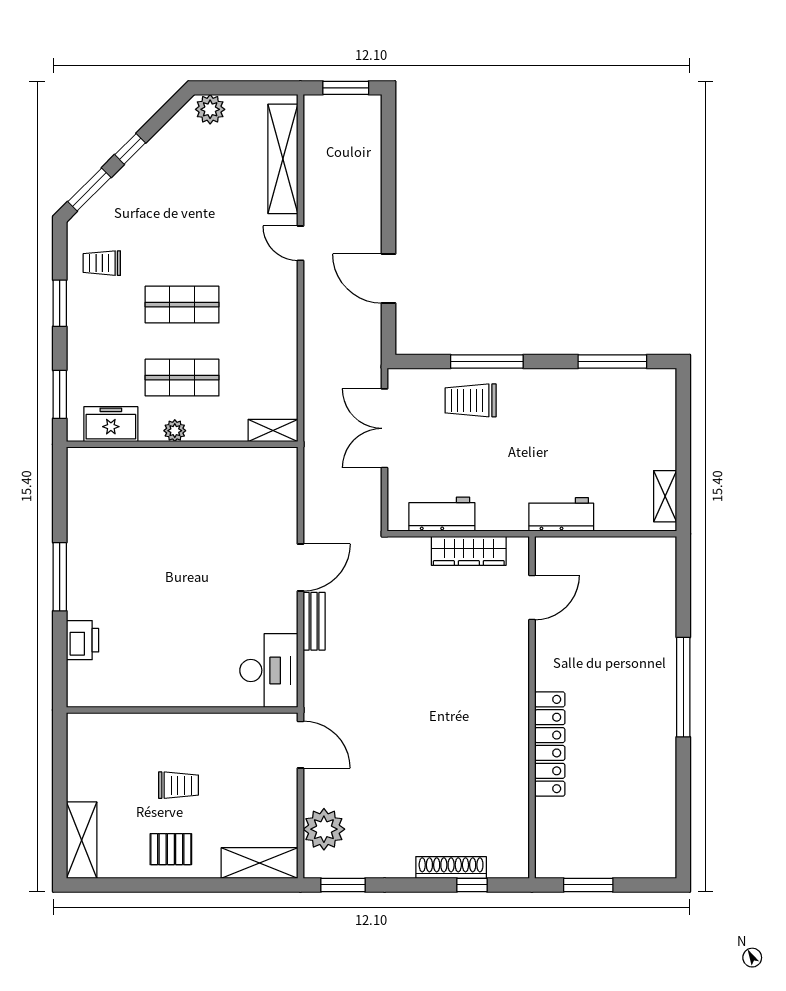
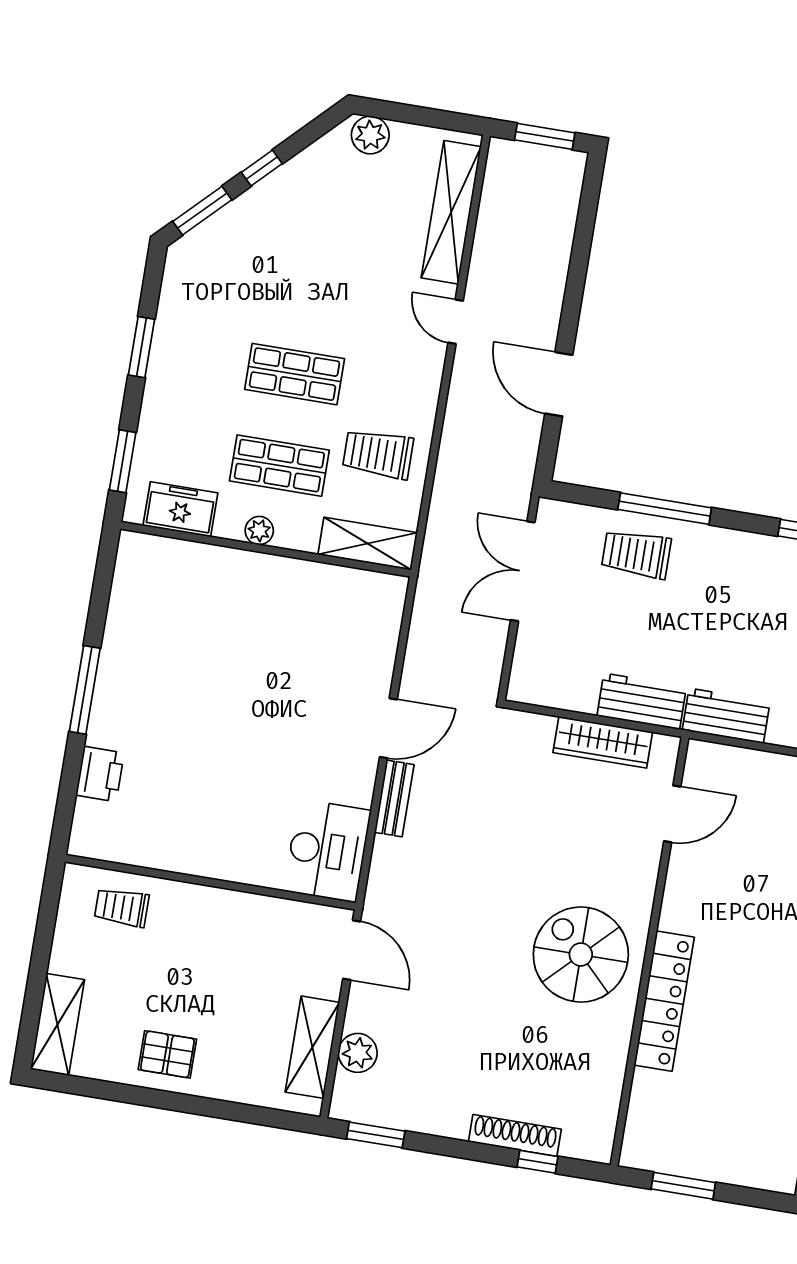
trolley: (102, 263) -> (378, 454), moved, width x1.36, depth x1.39
shelving: (273, 431) -> (368, 544), width x1.50, depth x1.33
workbench: (442, 514) -> (642, 701), moved
spiral stairs: (479, 719) -> (581, 955), added
trolley: (179, 785) -> (122, 907), moved, turned 180
plant: (324, 829) -> (358, 1053), width x0.73, depth x0.73
shelving: (259, 863) -> (312, 1047), moved, turned 90

